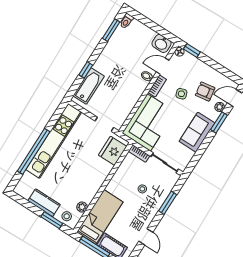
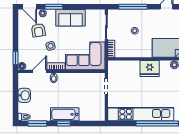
washbasin: (161, 43) -> (24, 95), moved
door: (163, 66) -> (40, 71), swing flipped
window: (86, 70) -> (64, 124), moved
bathtub: (89, 86) -> (65, 114), moved
fridge: (113, 151) -> (150, 69), moved
window: (168, 203) -> (133, 7), width x1.44

